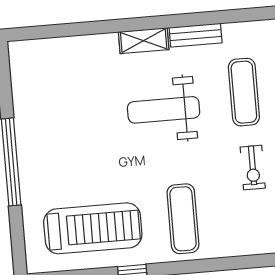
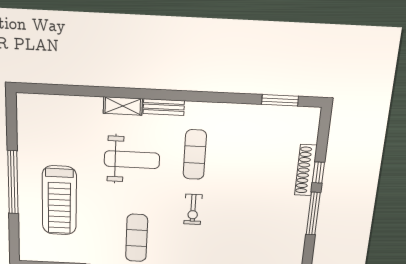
weight bench: (164, 110) -> (132, 160), turned 180
treadmill: (93, 228) -> (59, 201), moved, turned 90

